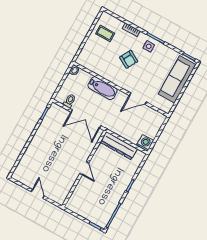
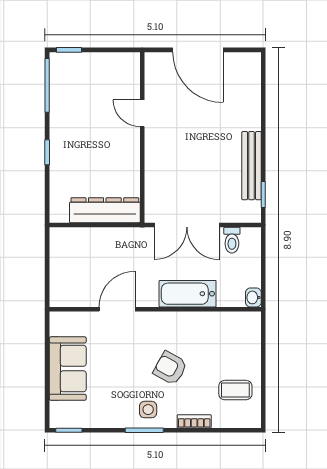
sofa: (177, 79) -> (68, 369), width x0.73
double door: (86, 119) -> (187, 225), swing flipped
bench: (43, 129) -> (252, 166), added
washing machine: (145, 143) -> (62, 240), removed
door: (84, 168) -> (142, 113), moved
door: (38, 194) -> (198, 50), width x1.88

